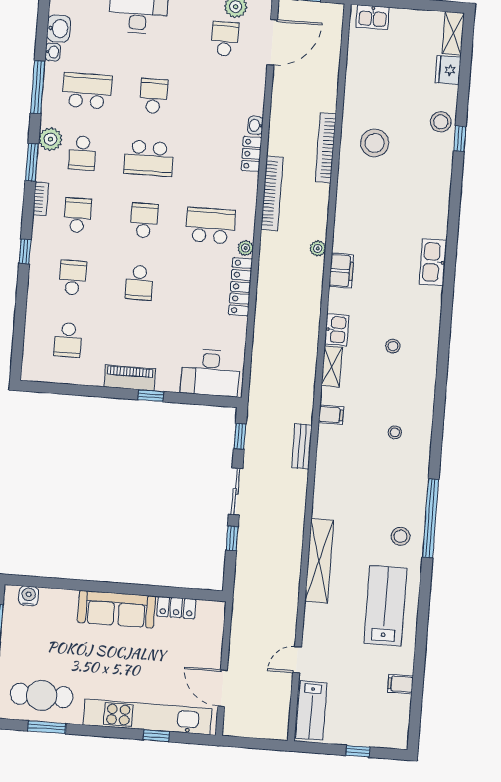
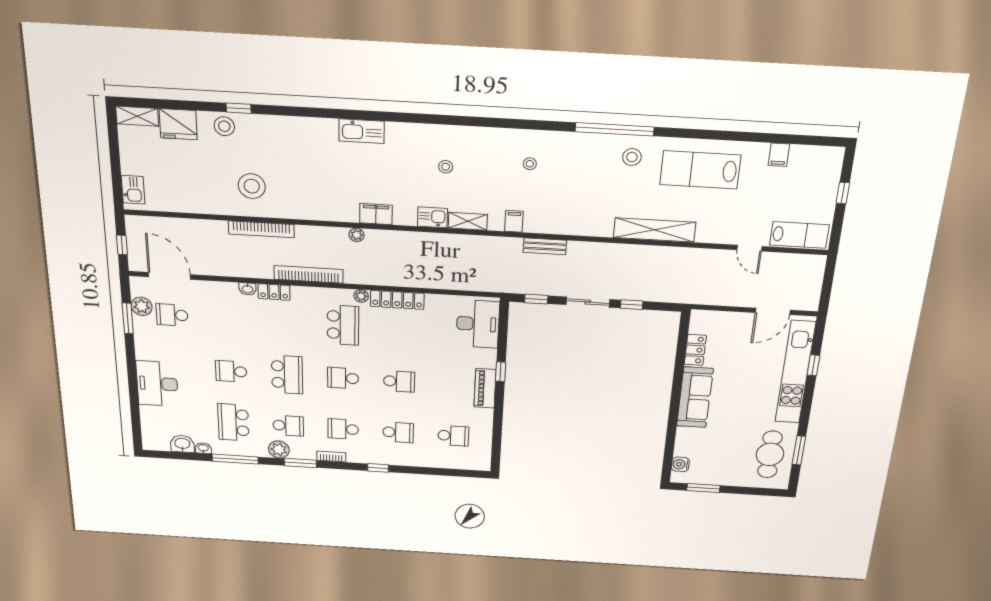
fridge: (448, 70) -> (178, 124), width x1.36, depth x1.34
school desk: (210, 226) -> (343, 325), turned 180
school desk: (73, 278) -> (398, 432), turned 180

